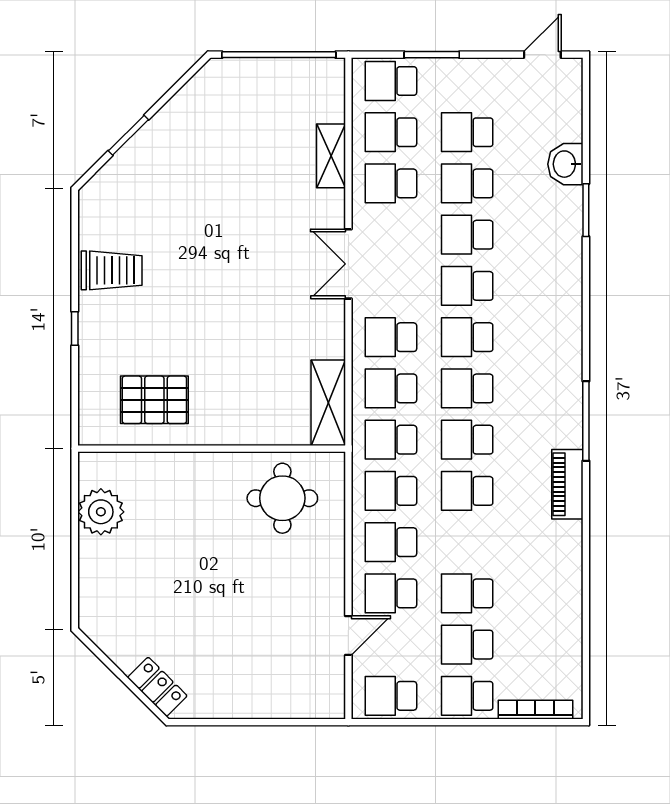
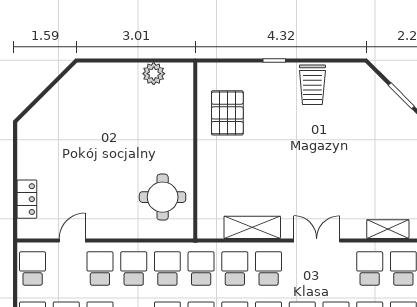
shelving: (328, 403) -> (252, 227), moved
plant: (101, 512) -> (154, 74), width x0.73, depth x0.73
door: (348, 635) -> (72, 241), swing flipped
locker: (157, 687) -> (27, 199), moved, turned -45

